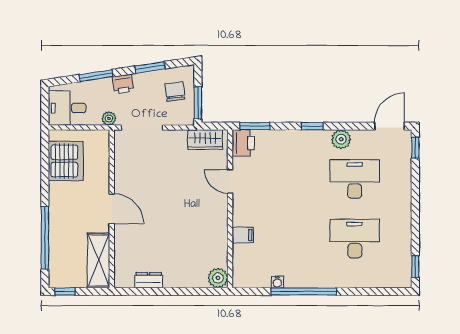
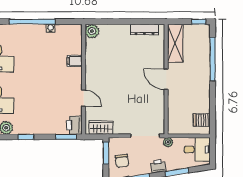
server rack: (66, 161) -> (202, 120), width x0.46, depth x0.70
dresser: (149, 280) -> (144, 29), width x1.44

